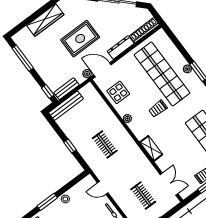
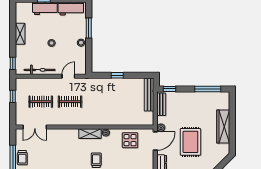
clothes rail: (105, 144) -> (70, 102), moved
shelving: (151, 148) -> (90, 134), moved

